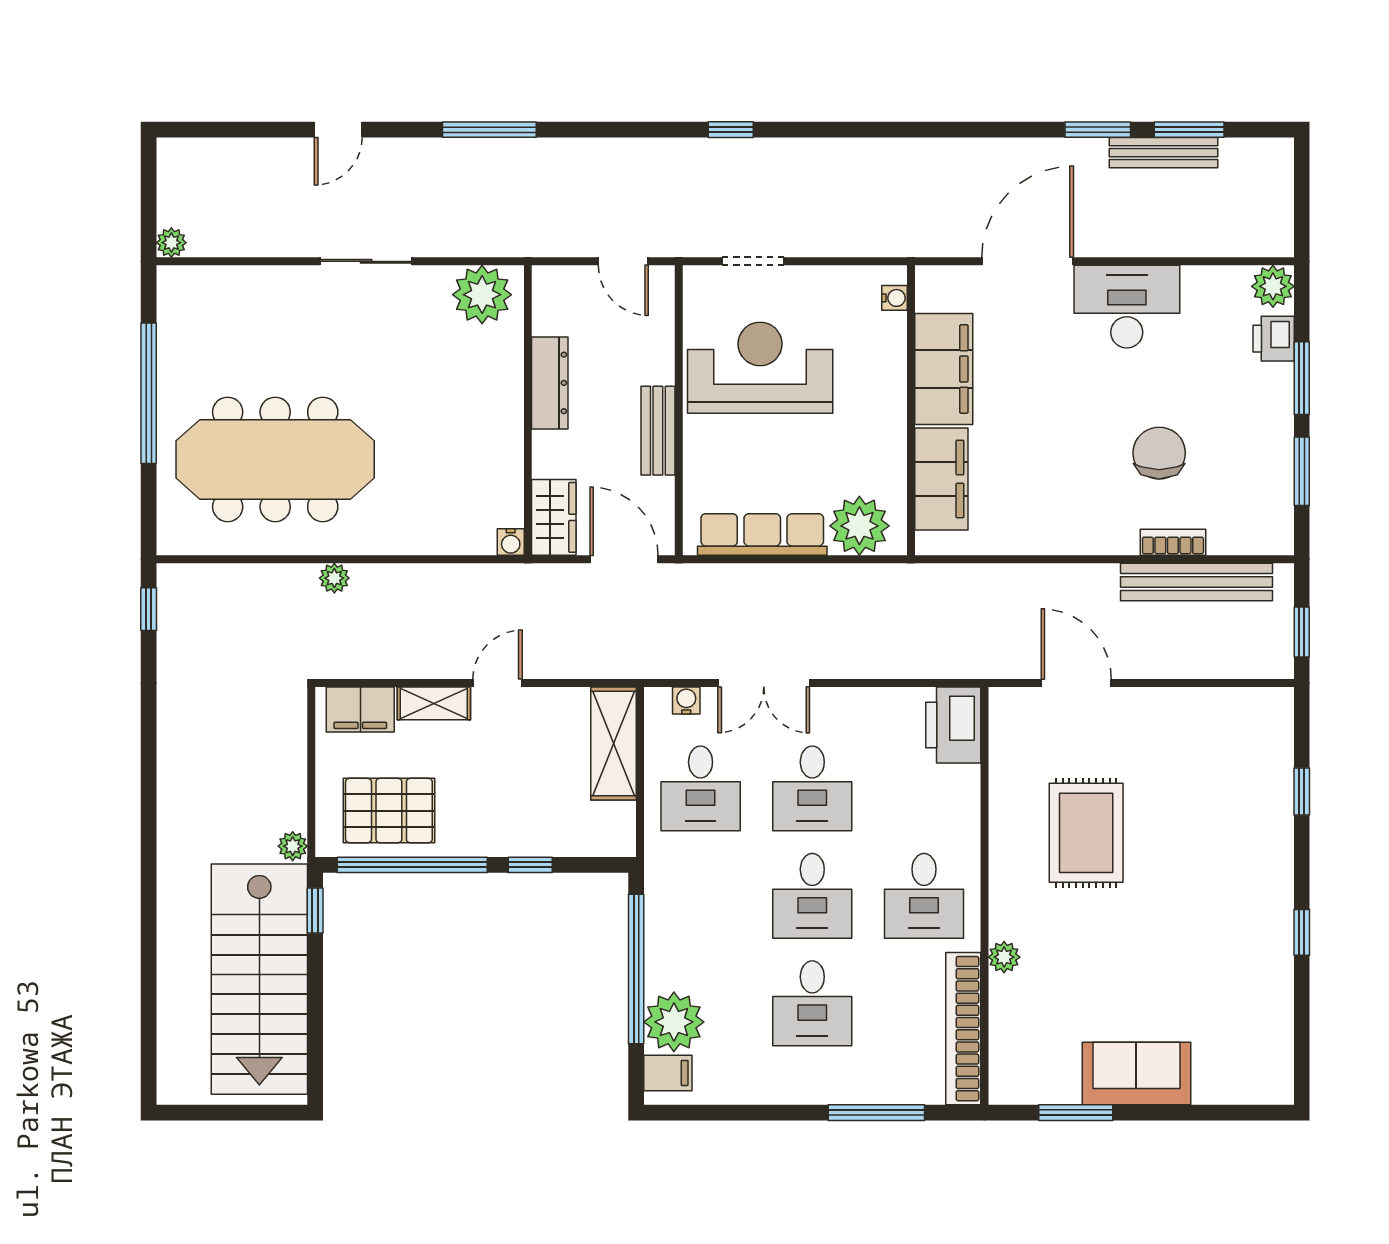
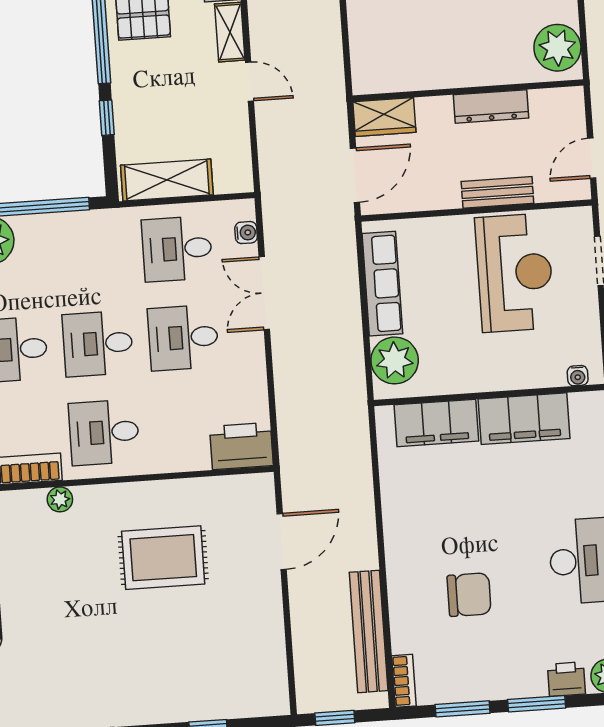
bench: (658, 431) -> (497, 192), moved
water cooler: (511, 542) -> (362, 84), removed
bookcase: (1173, 542) -> (404, 681), moved
shelving: (614, 743) -> (167, 180), moved

